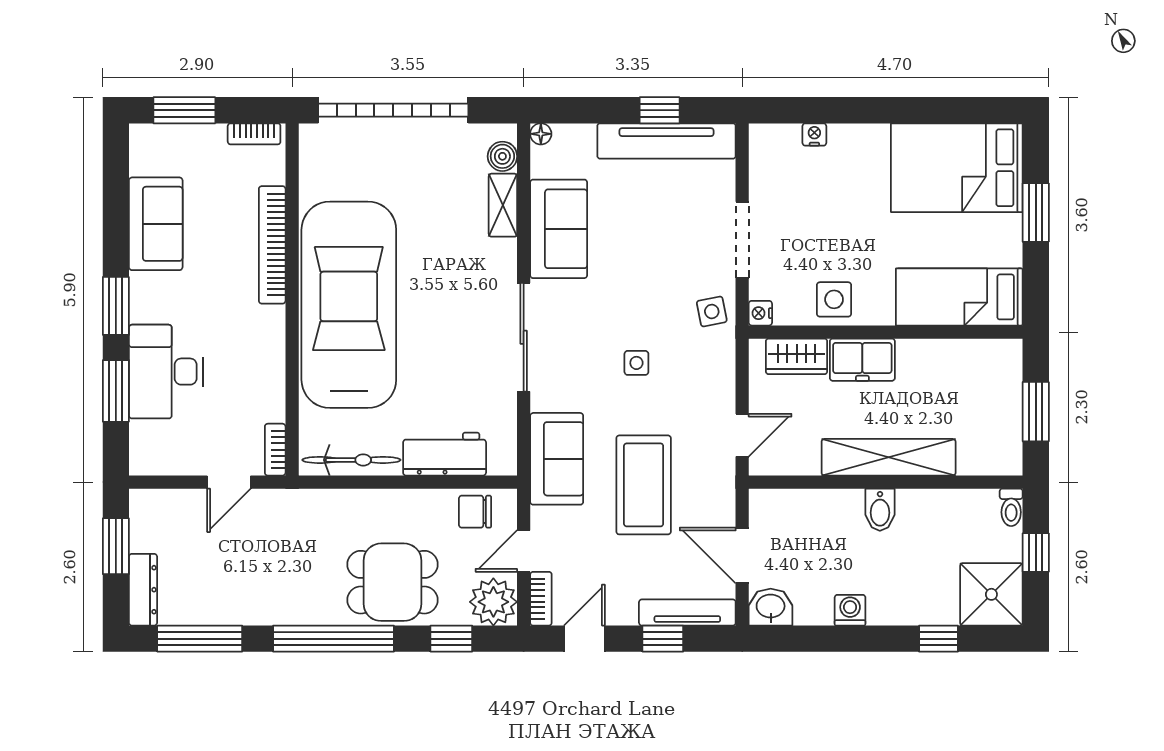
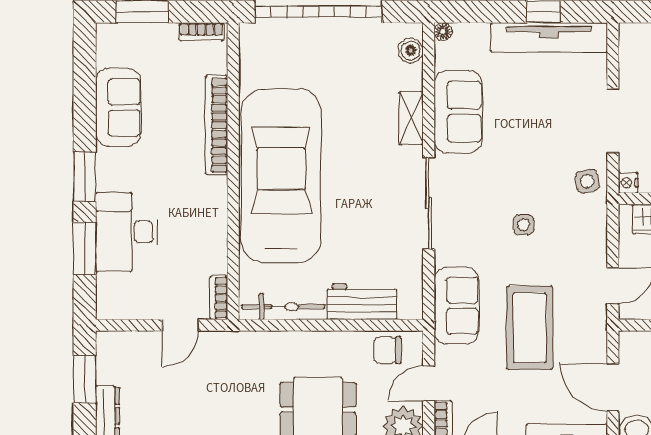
shelving: (503, 205) -> (411, 118), moved

